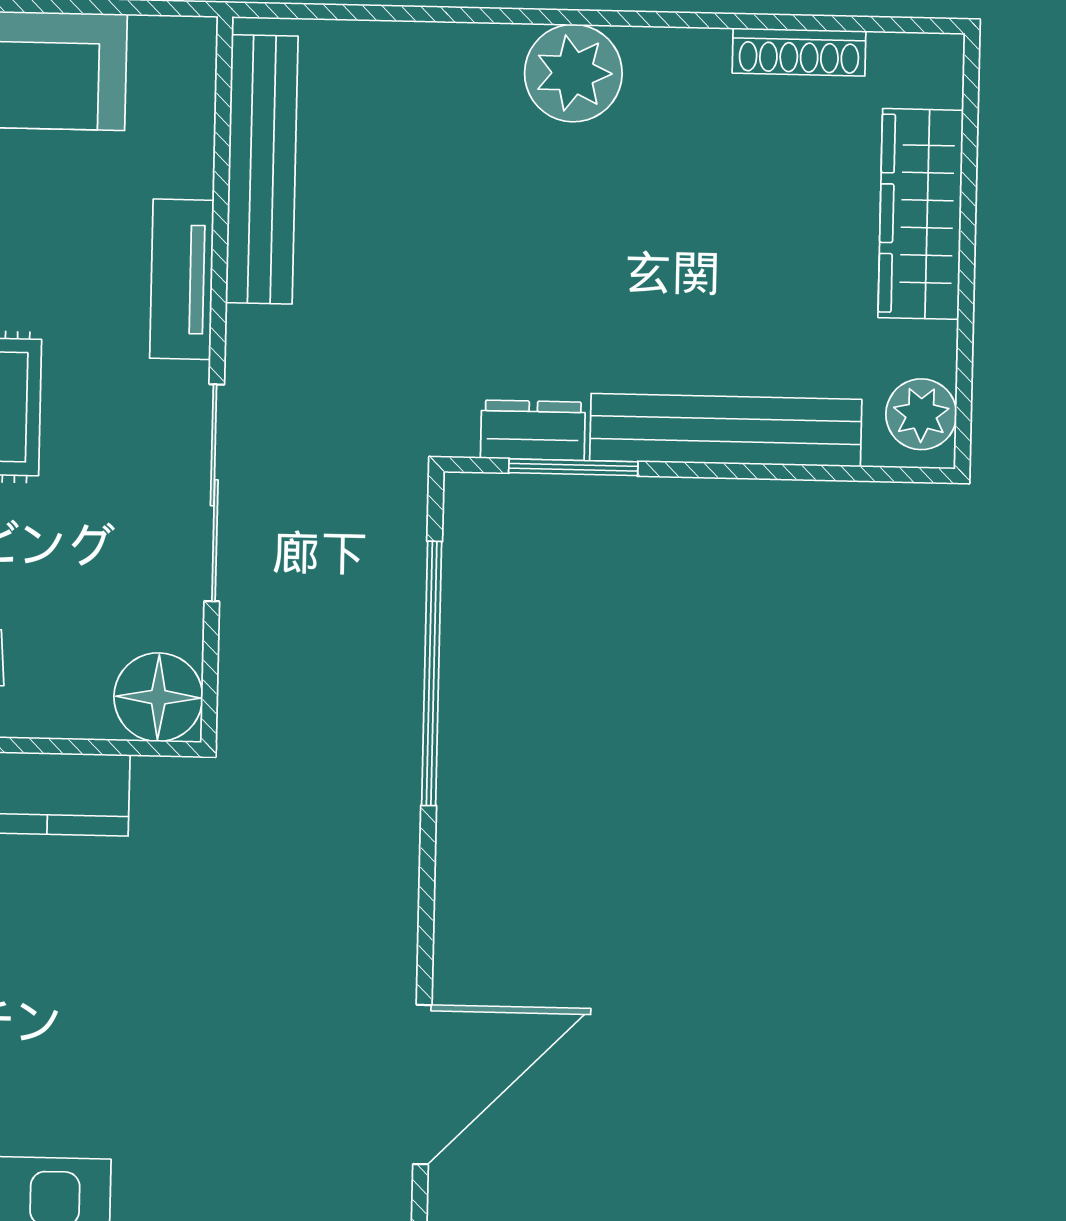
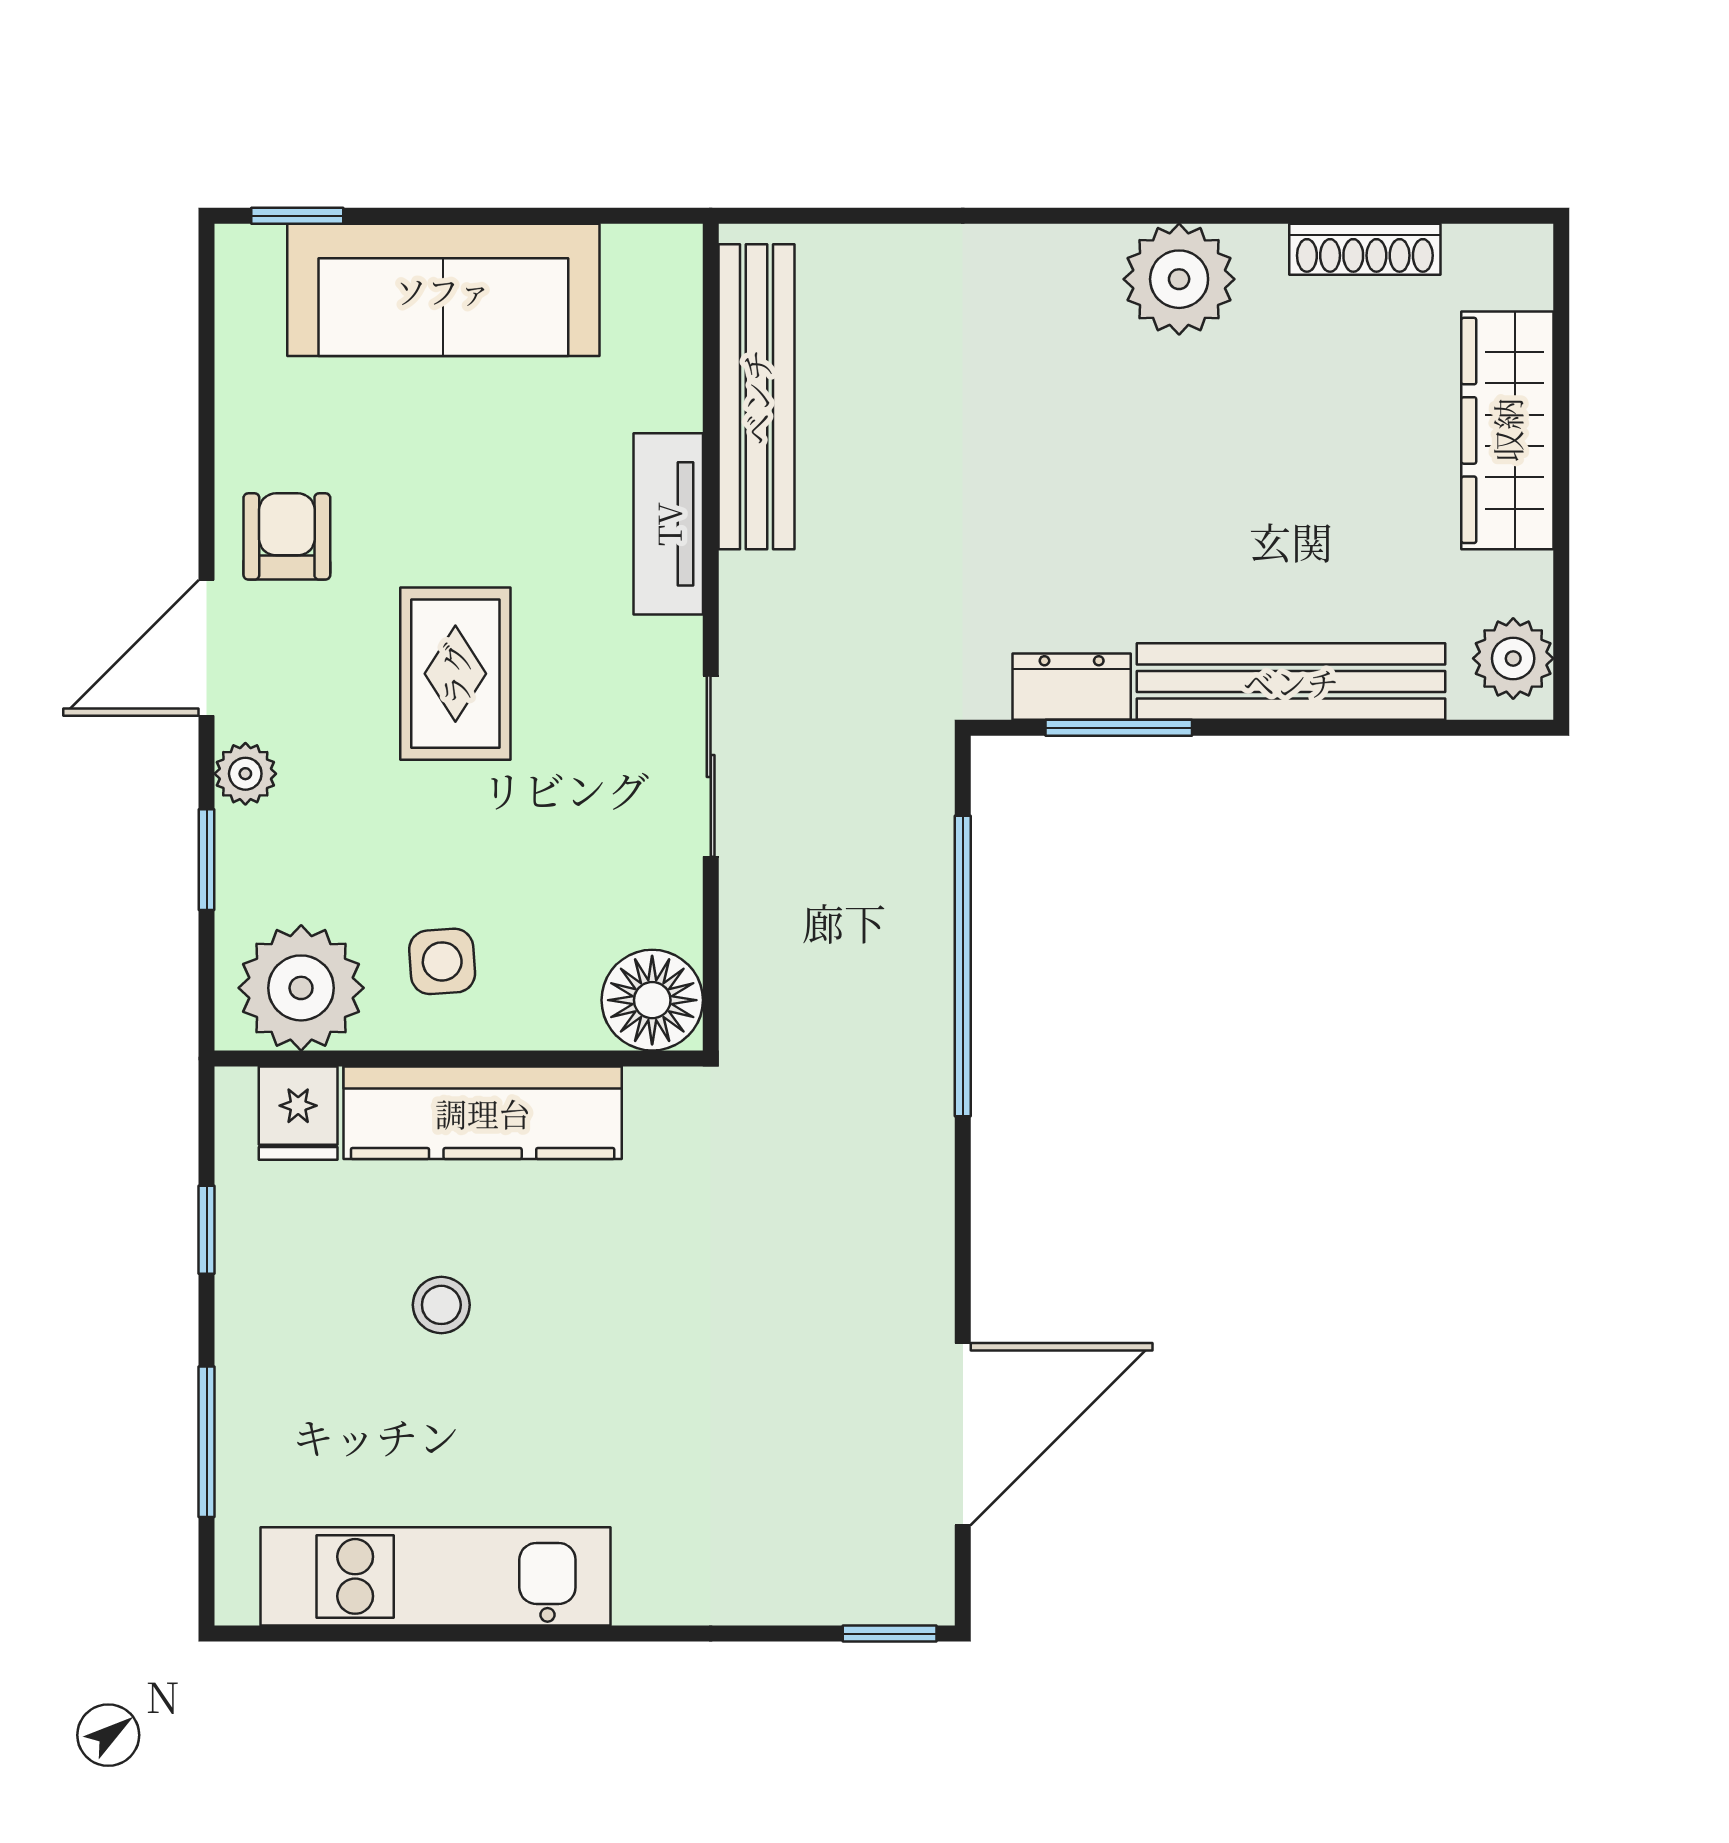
plant: (573, 73) -> (1179, 279), moved
sliding door: (214, 493) -> (711, 766), width x0.73

